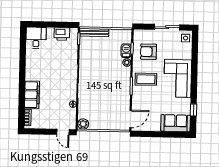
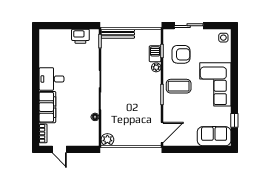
sliding door: (167, 27) -> (189, 26), moved
desk: (36, 38) -> (52, 79), moved, turned -90
armchair: (149, 52) -> (181, 54), turned 180
door: (63, 132) -> (59, 149), moved

